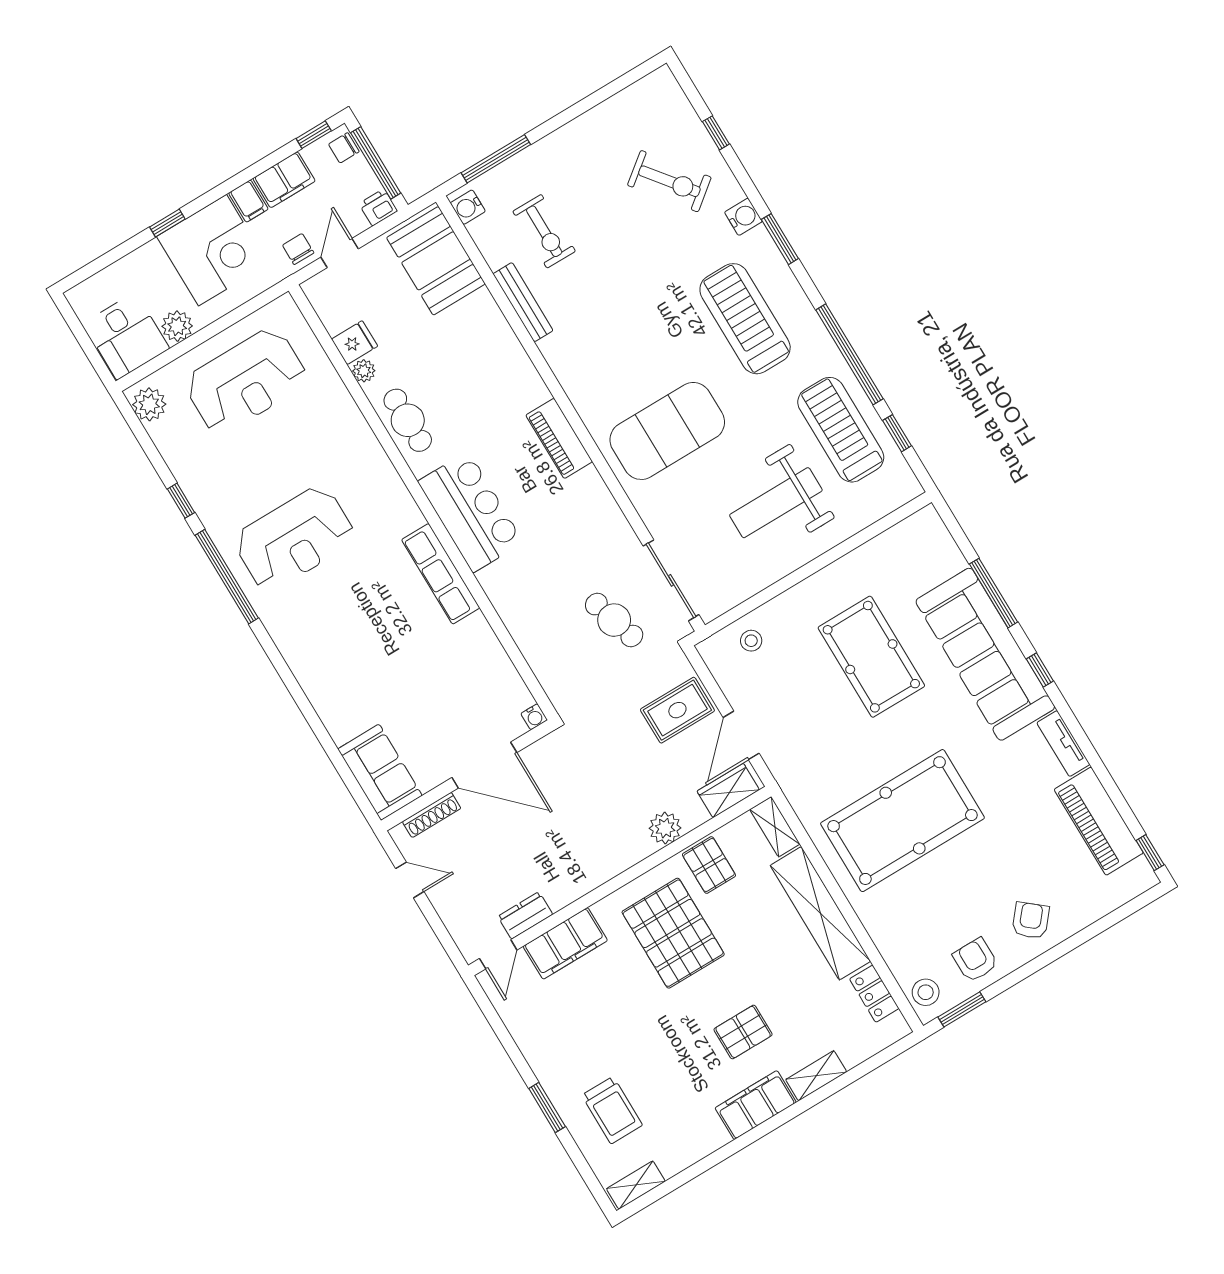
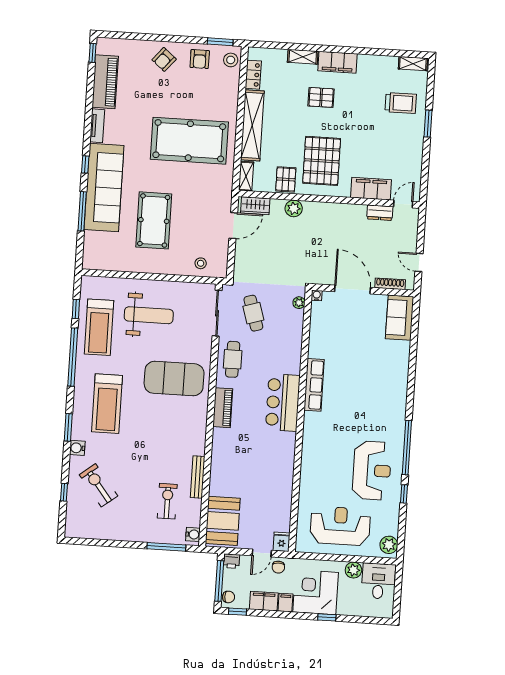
fridge: (355, 343) -> (282, 542), moved, turned 90
plant: (364, 371) -> (299, 303), moved
cafe table: (408, 420) -> (233, 359), moved
reception desk: (294, 539) -> (372, 470), moved, turned 90
rug: (677, 710) -> (253, 255), removed
trolley: (612, 1110) -> (401, 103), turned 90

